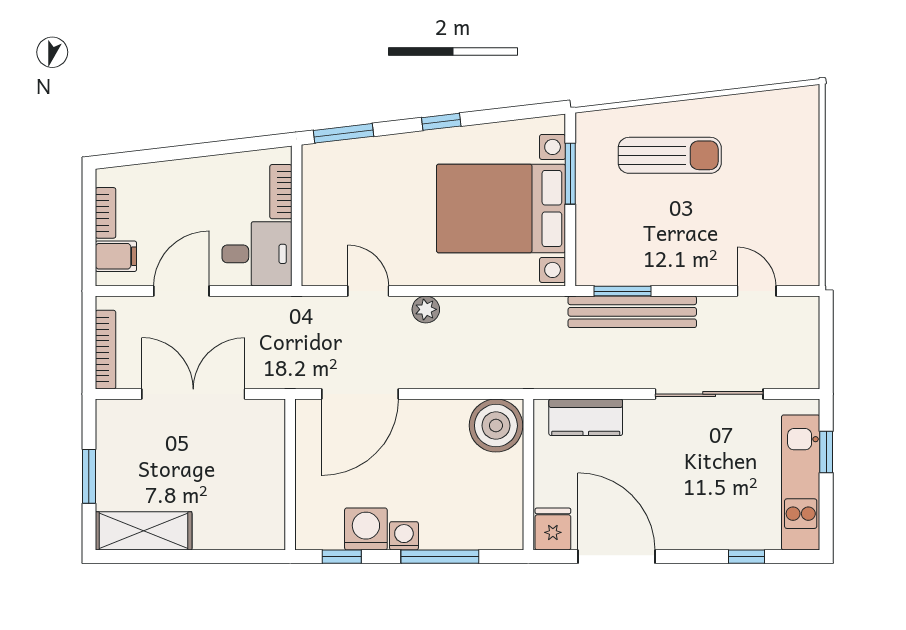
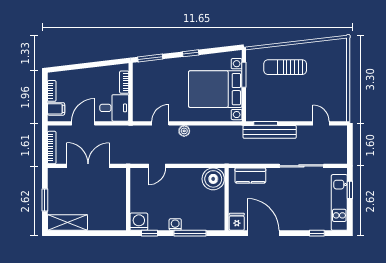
sun lounger: (670, 155) -> (285, 67), turned 180
door: (368, 291) -> (160, 123), hinge flipped
door: (360, 394) -> (157, 166), width x0.53
washing machine: (366, 529) -> (139, 222), moved

